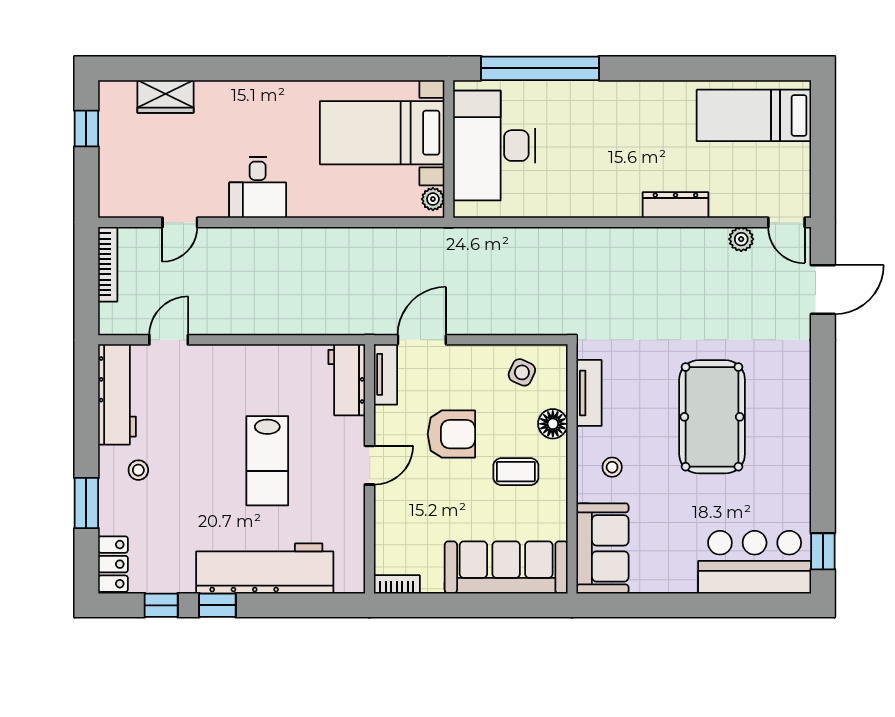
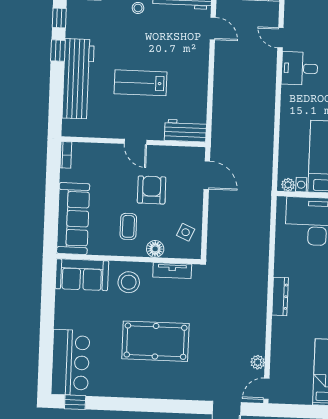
desk: (258, 187) -> (299, 68), moved
dresser: (675, 205) -> (280, 296), moved
tv unit: (385, 374) -> (188, 153), removed
armchair: (451, 434) -> (152, 190), turned 180
stool: (612, 467) -> (129, 282), width x1.89, depth x1.89

